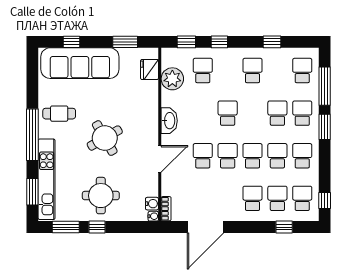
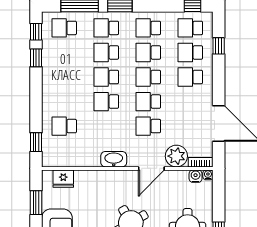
window: (219, 42) -> (36, 32), moved
school desk: (253, 71) -> (106, 77), moved
plant: (172, 79) -> (176, 156), moved
door: (160, 159) -> (151, 168), swing flipped

